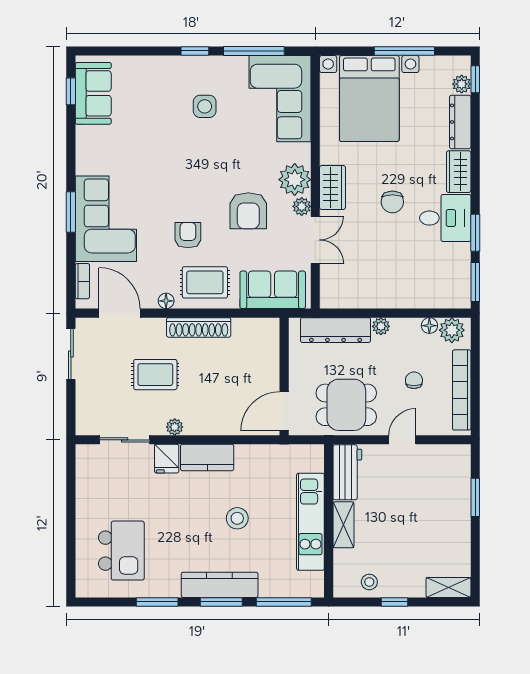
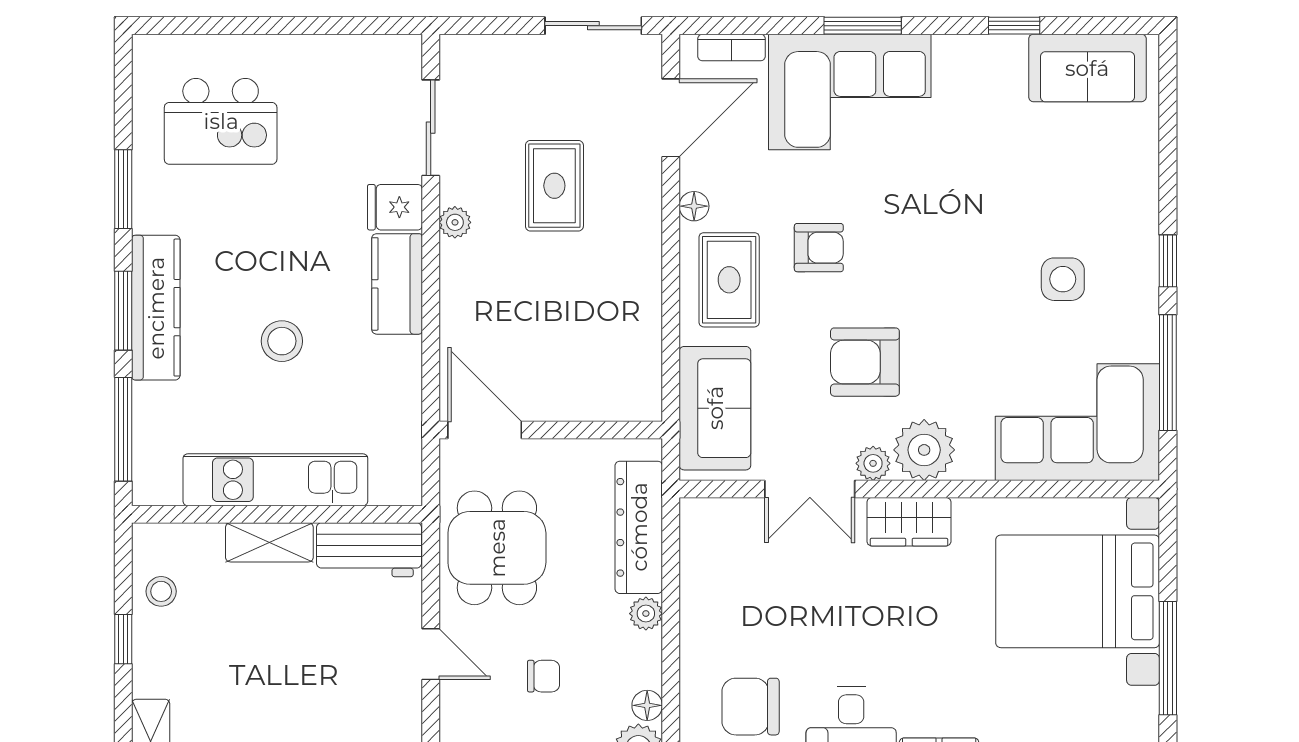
window: (71, 91) -> (1014, 26), moved
chair: (392, 202) -> (751, 707), moved, width x1.37, depth x1.37
shoe rack: (199, 327) -> (644, 268), removed

